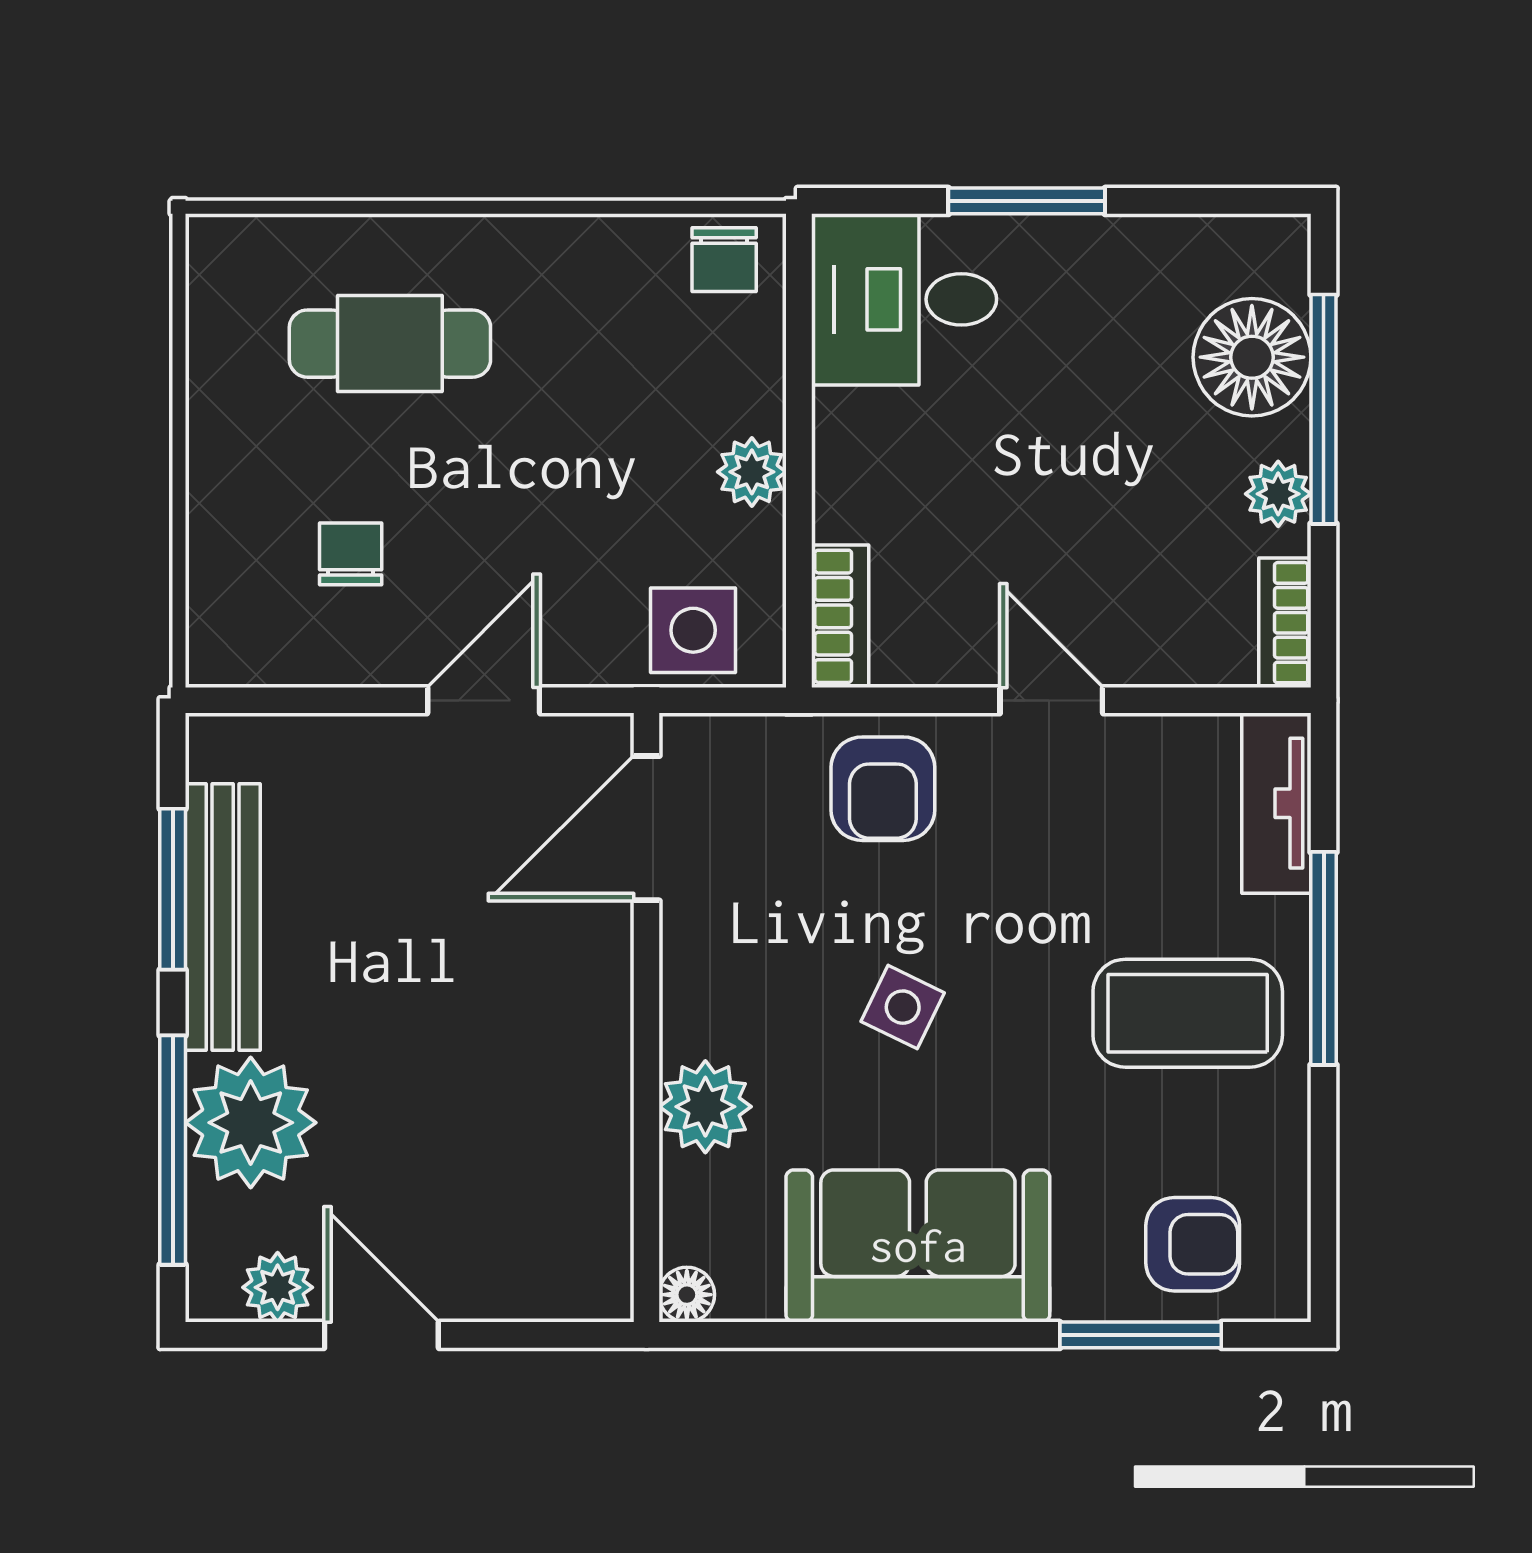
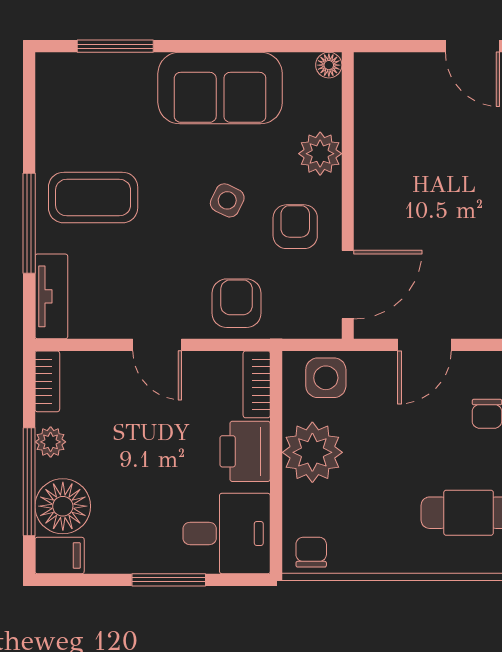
filing cabinet: (1259, 253) -> (60, 555), added
plant: (752, 472) -> (312, 452), width x1.87, depth x1.87
printer: (865, 474) -> (245, 451), added
armchair: (1193, 1244) -> (295, 227), moved, turned 90

